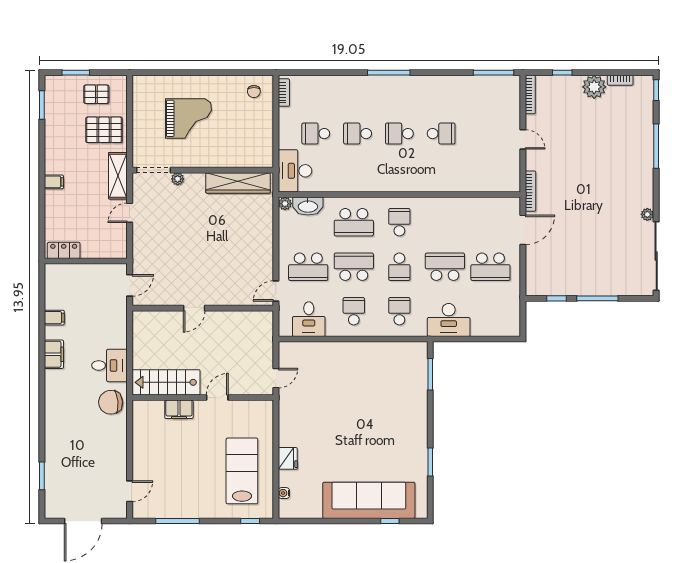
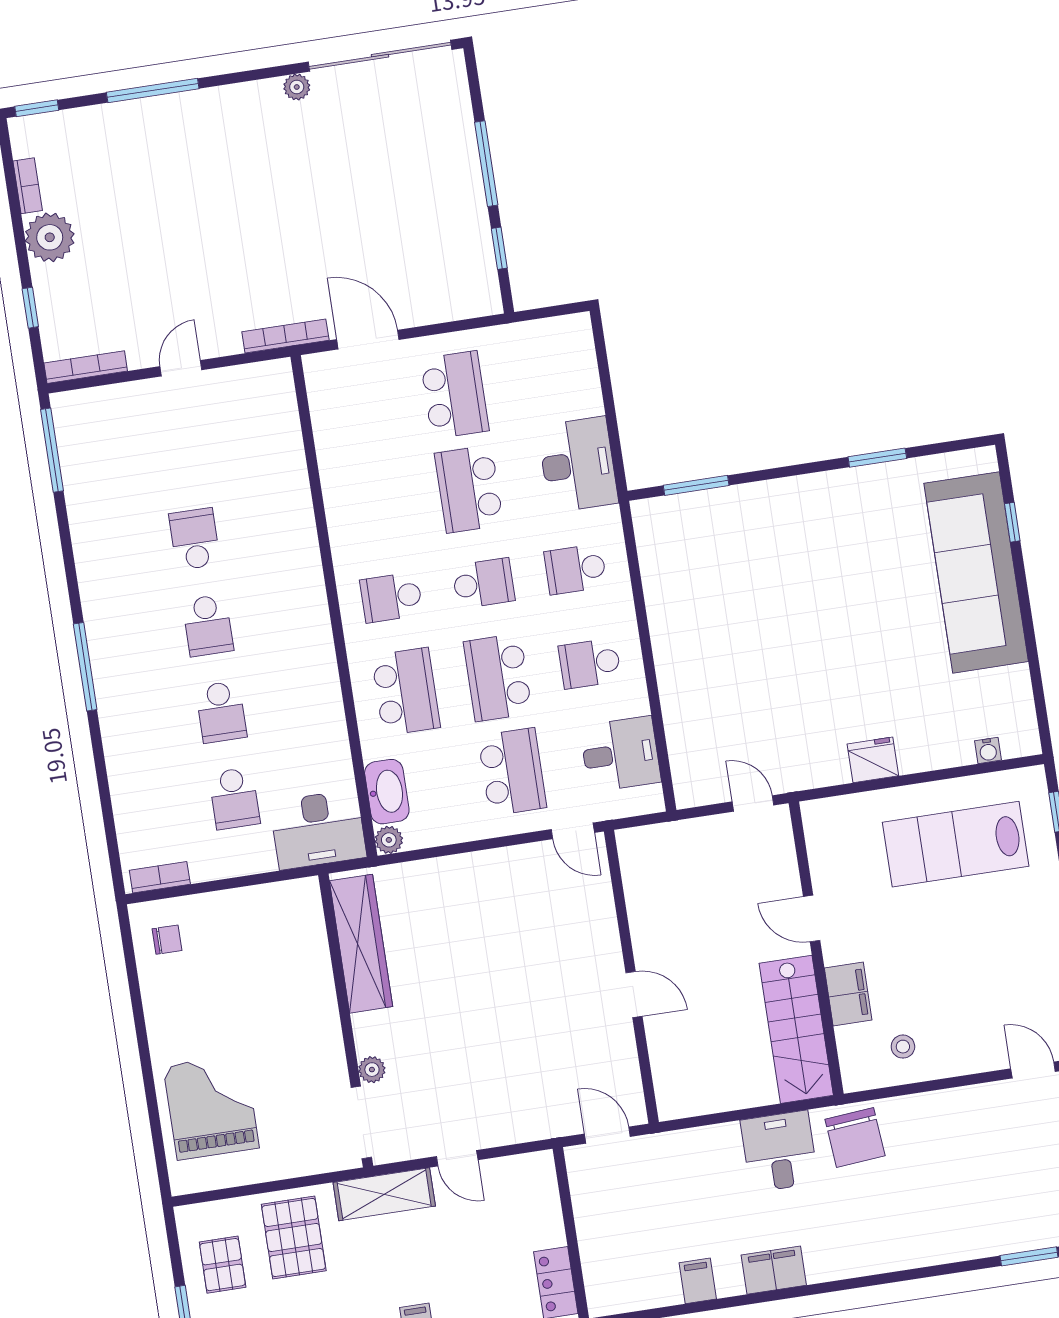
grand piano: (189, 118) -> (211, 1107), moved
stool: (150, 431) -> (903, 1047), added
fridge: (288, 458) -> (873, 760), moved

